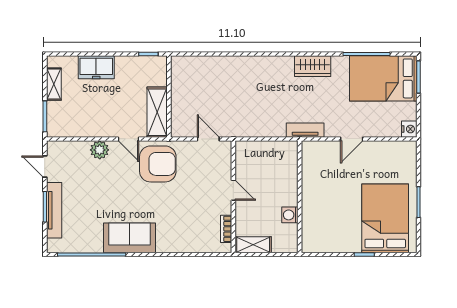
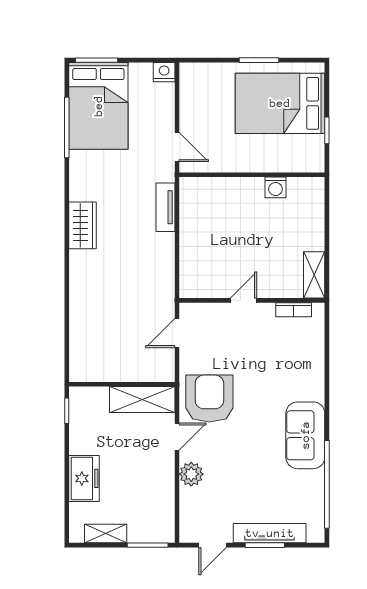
wardrobe: (313, 66) -> (83, 225), moved
wall: (300, 197) -> (252, 175), moved
washing machine: (290, 215) -> (276, 187), moved

